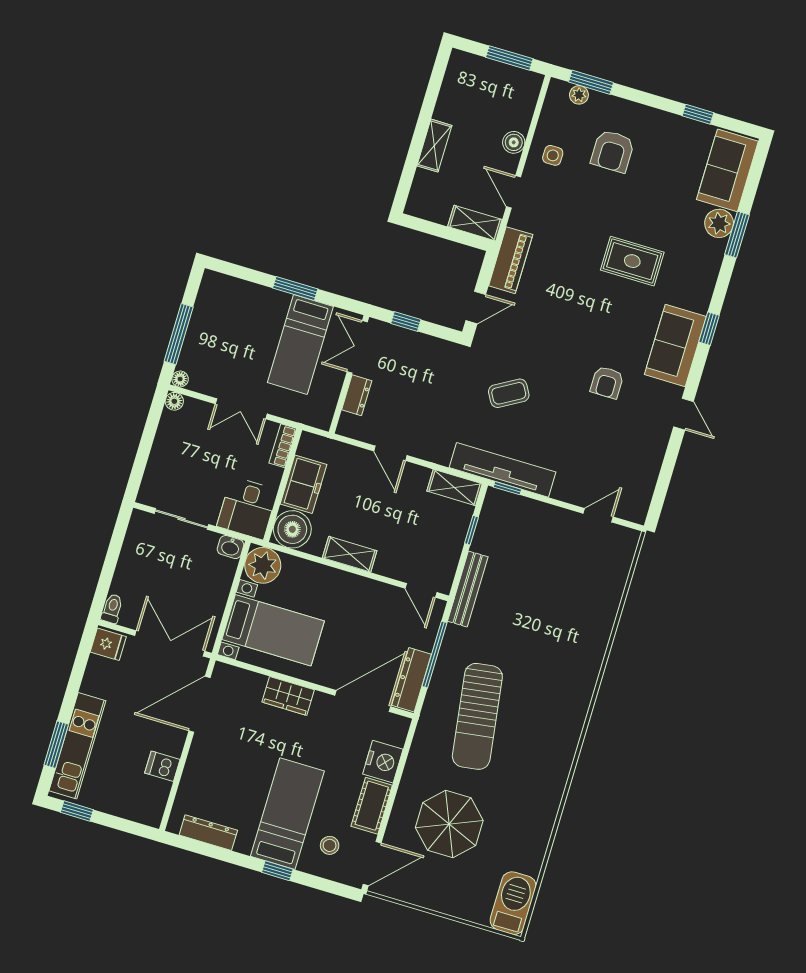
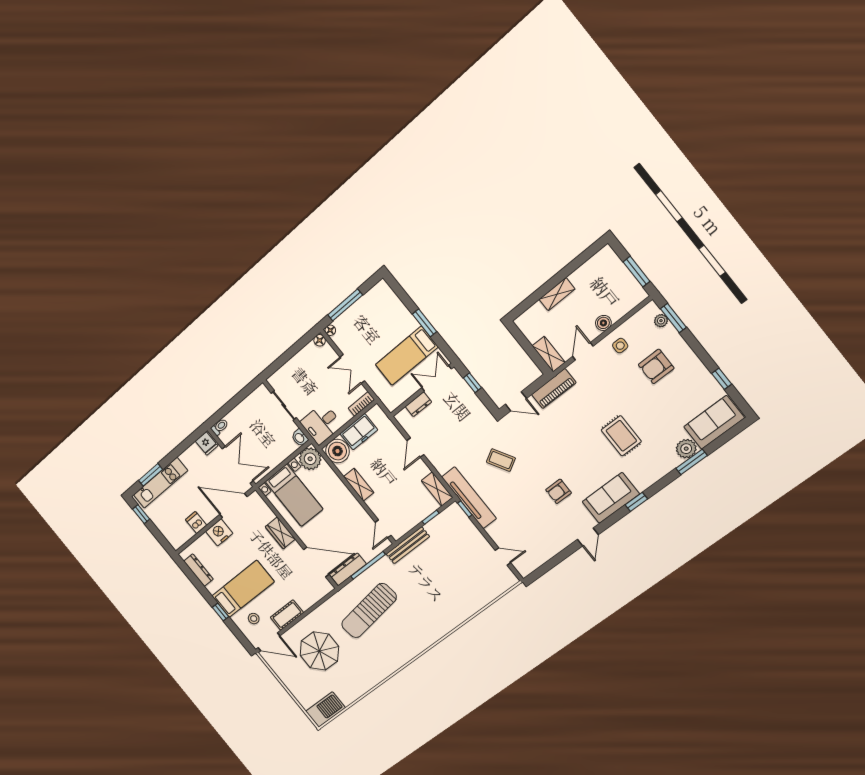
nightstand: (383, 762) -> (219, 532), moved, turned 180

